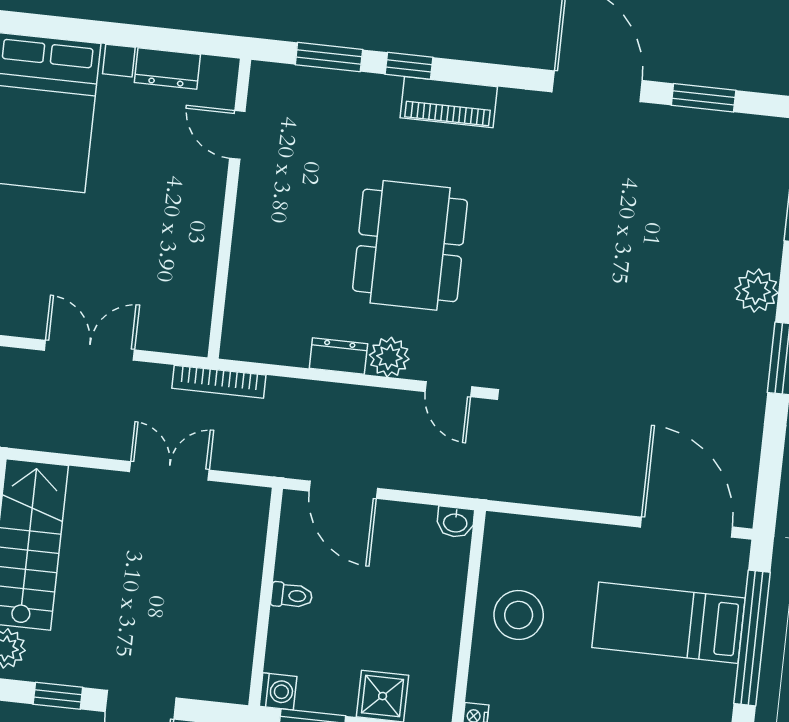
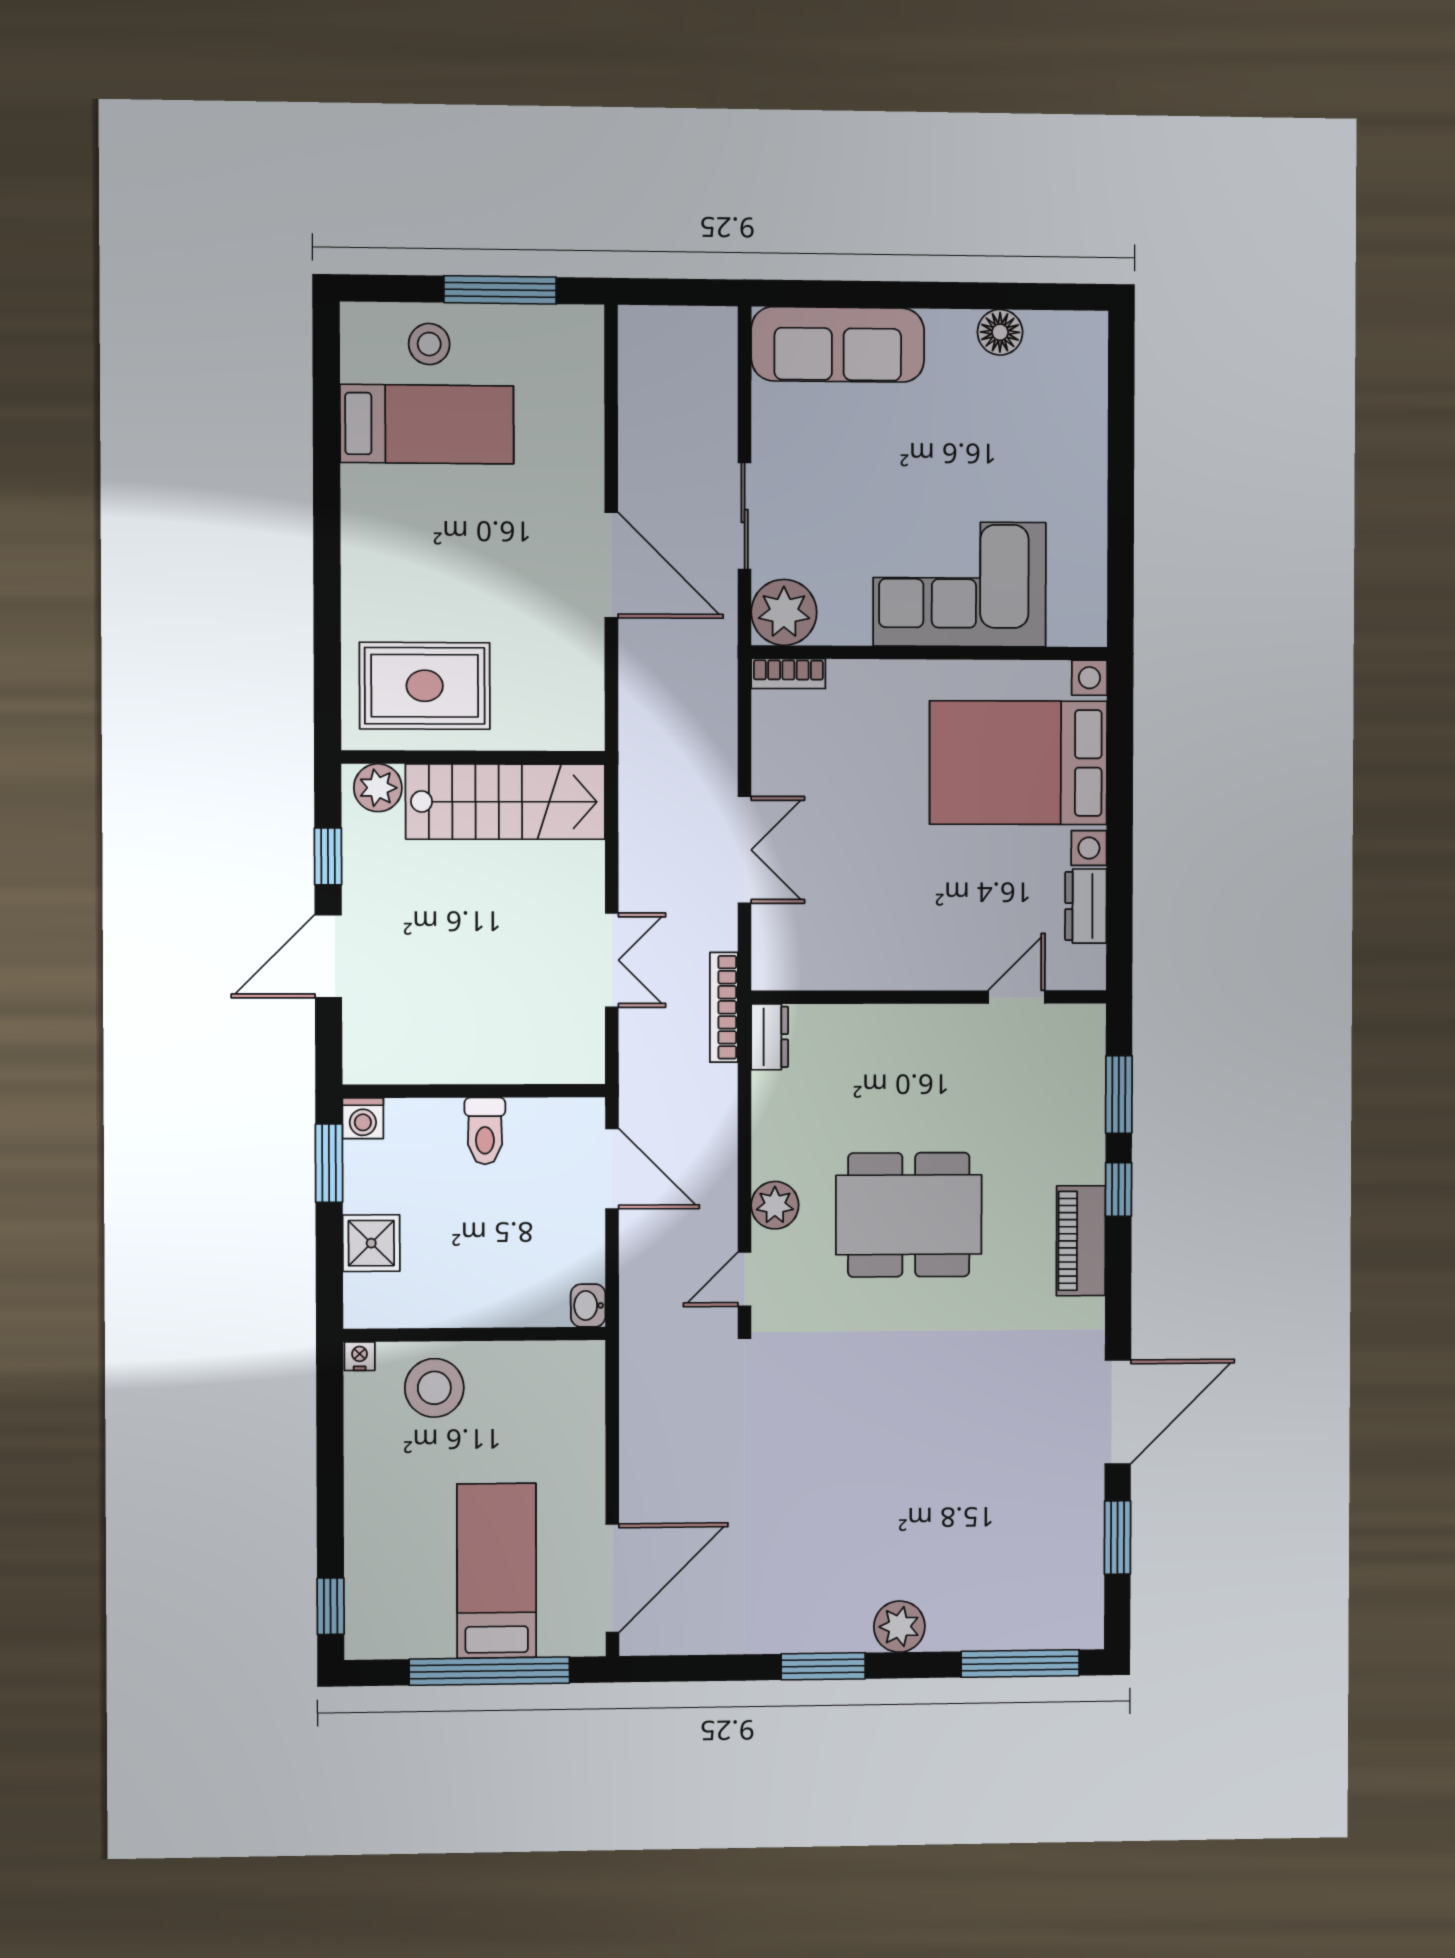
dresser: (338, 356) -> (770, 1037), moved
door: (343, 490) -> (612, 1169), swing flipped
toilet: (292, 595) -> (485, 1131), width x1.37, depth x1.39
stool: (519, 615) -> (434, 1388), moved

